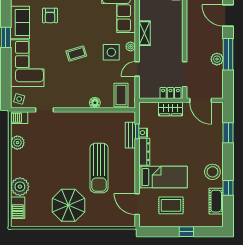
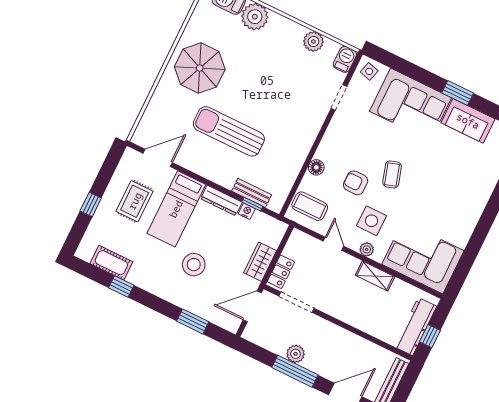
armchair: (50, 16) -> (356, 183), moved
stool: (212, 172) -> (194, 265), moved

